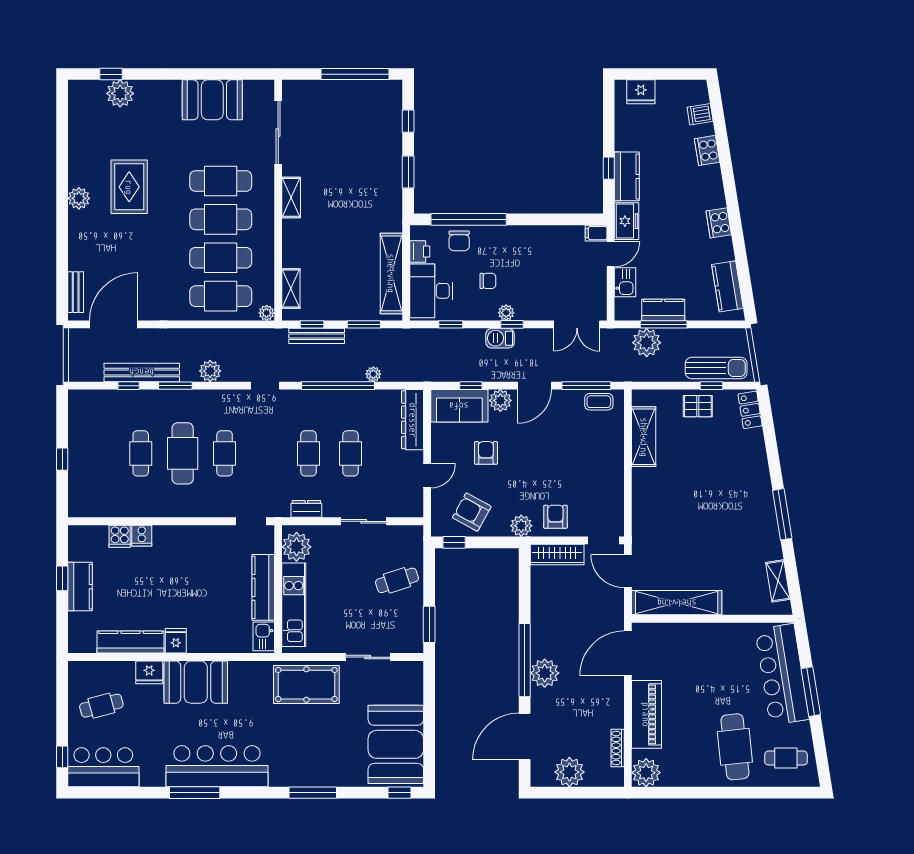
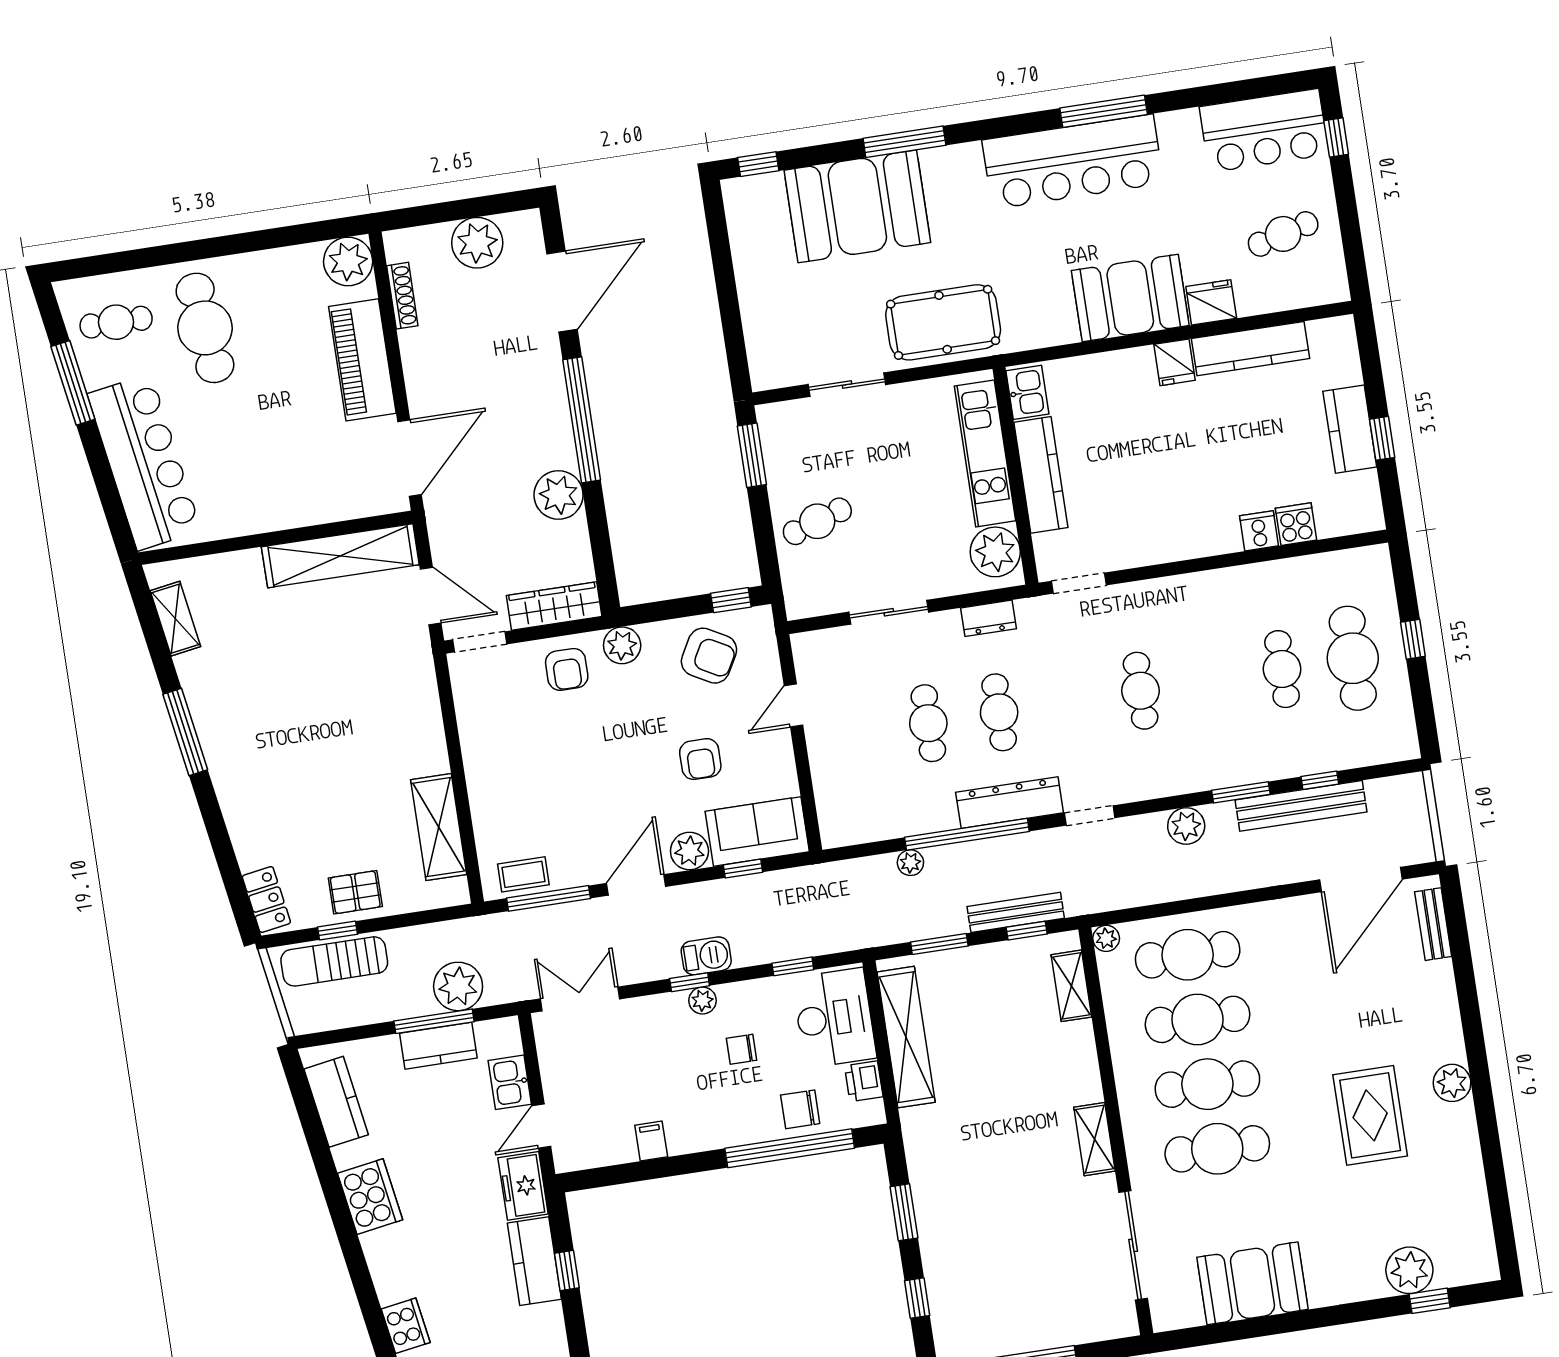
cooker: (719, 223) -> (370, 1197), width x1.37, depth x1.31
filing cabinet: (596, 233) -> (651, 1141), moved, turned -90
chair: (459, 241) -> (800, 1109), turned -90
dresser: (413, 420) -> (1010, 803), moved, turned -90
cafe table: (183, 453) -> (1353, 658), moved
plant: (545, 673) -> (559, 495), moved
window: (811, 692) -> (73, 383), moved
booth: (396, 744) -> (857, 206), moved, turned 90

